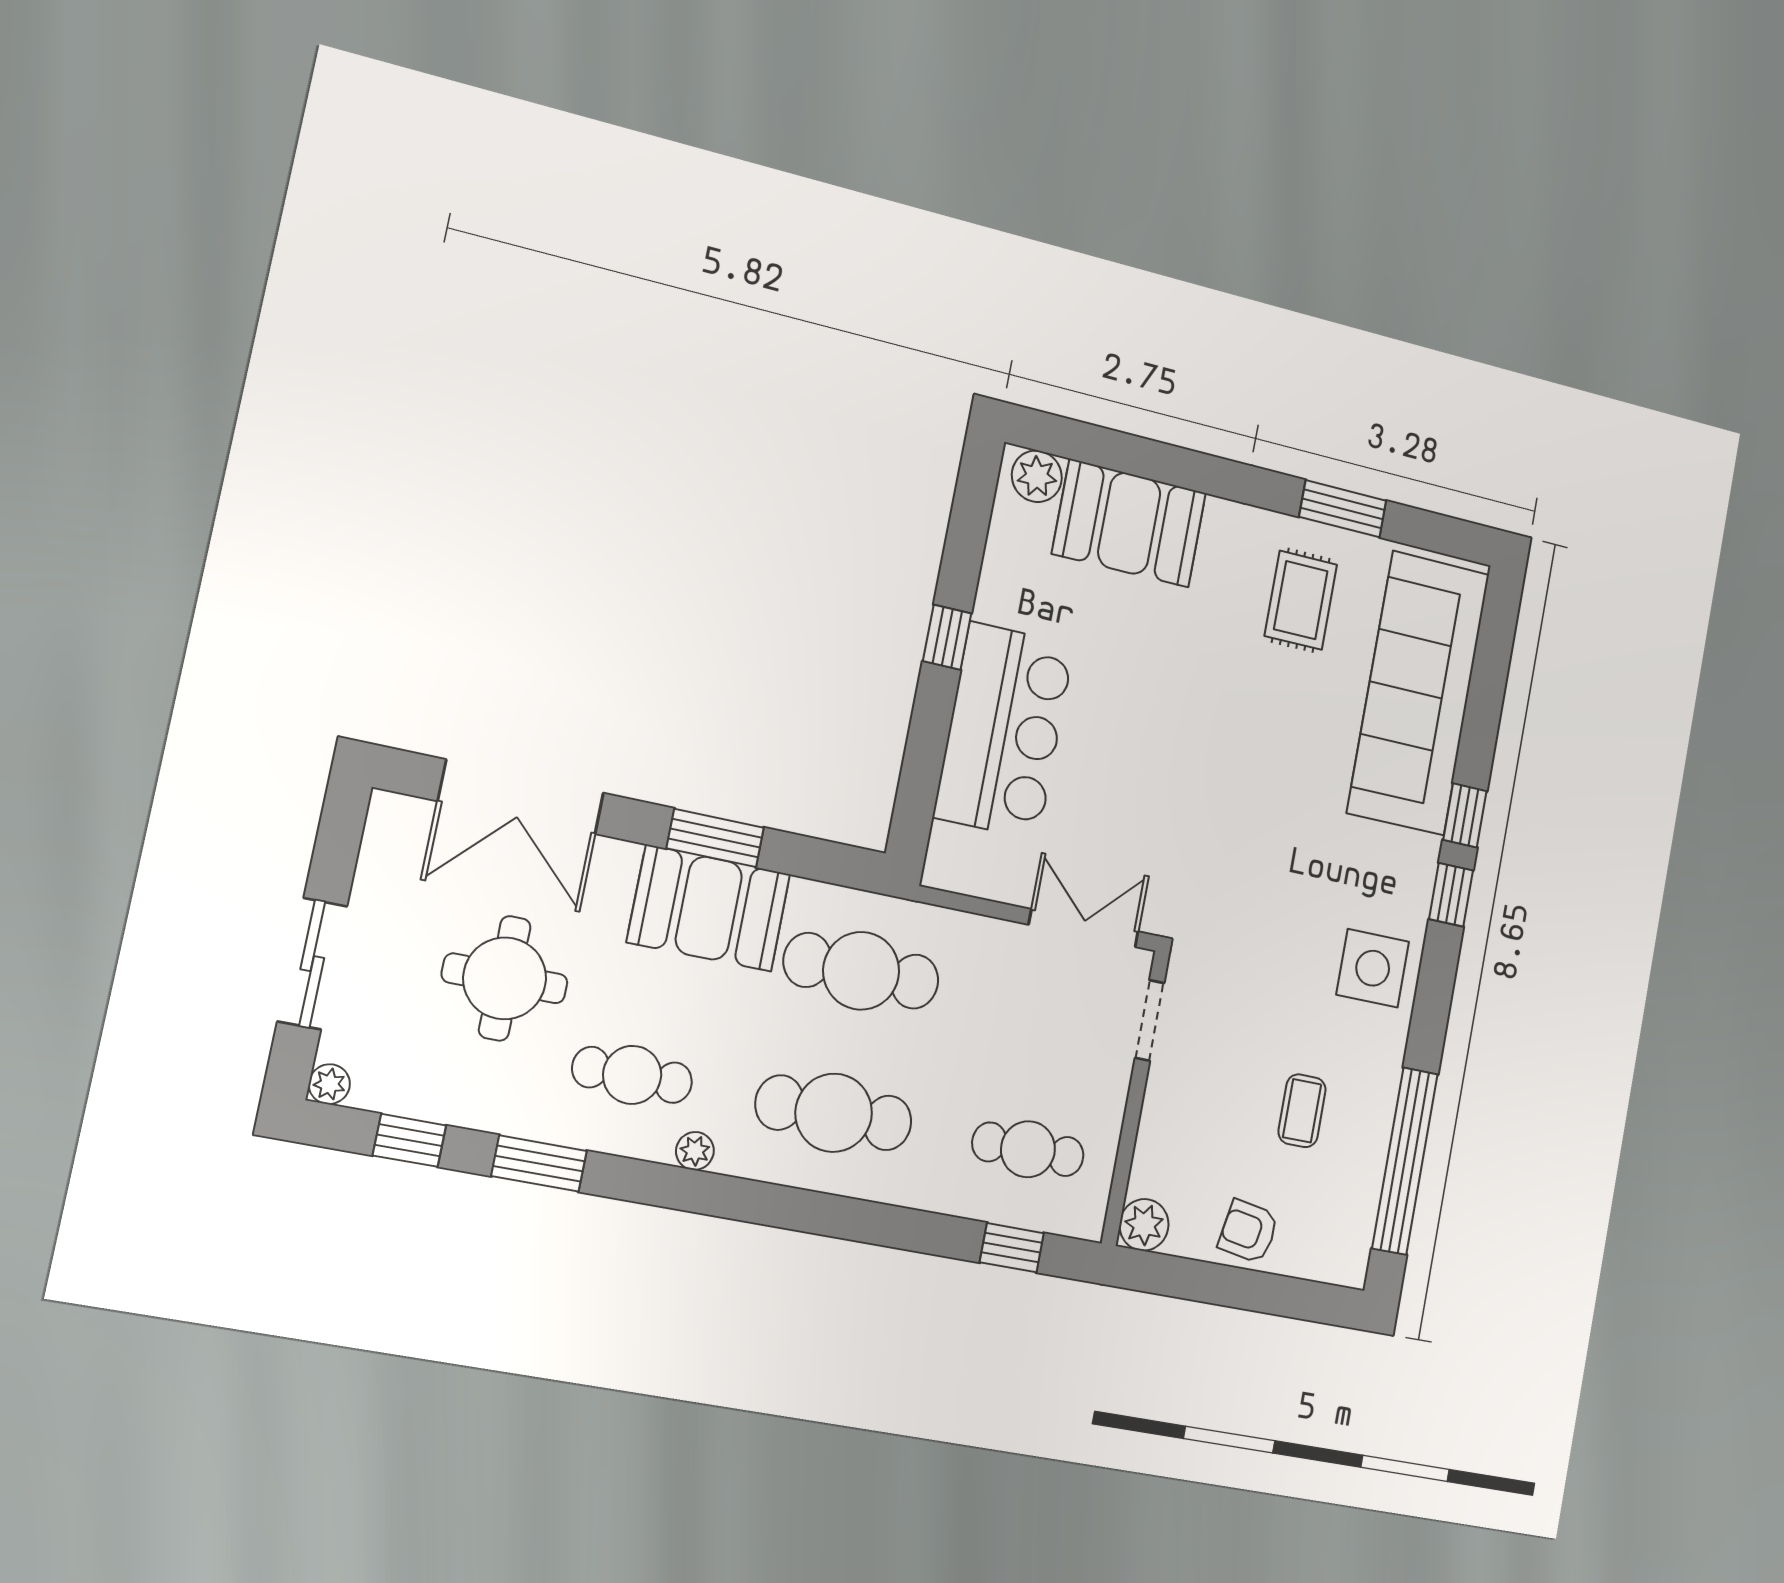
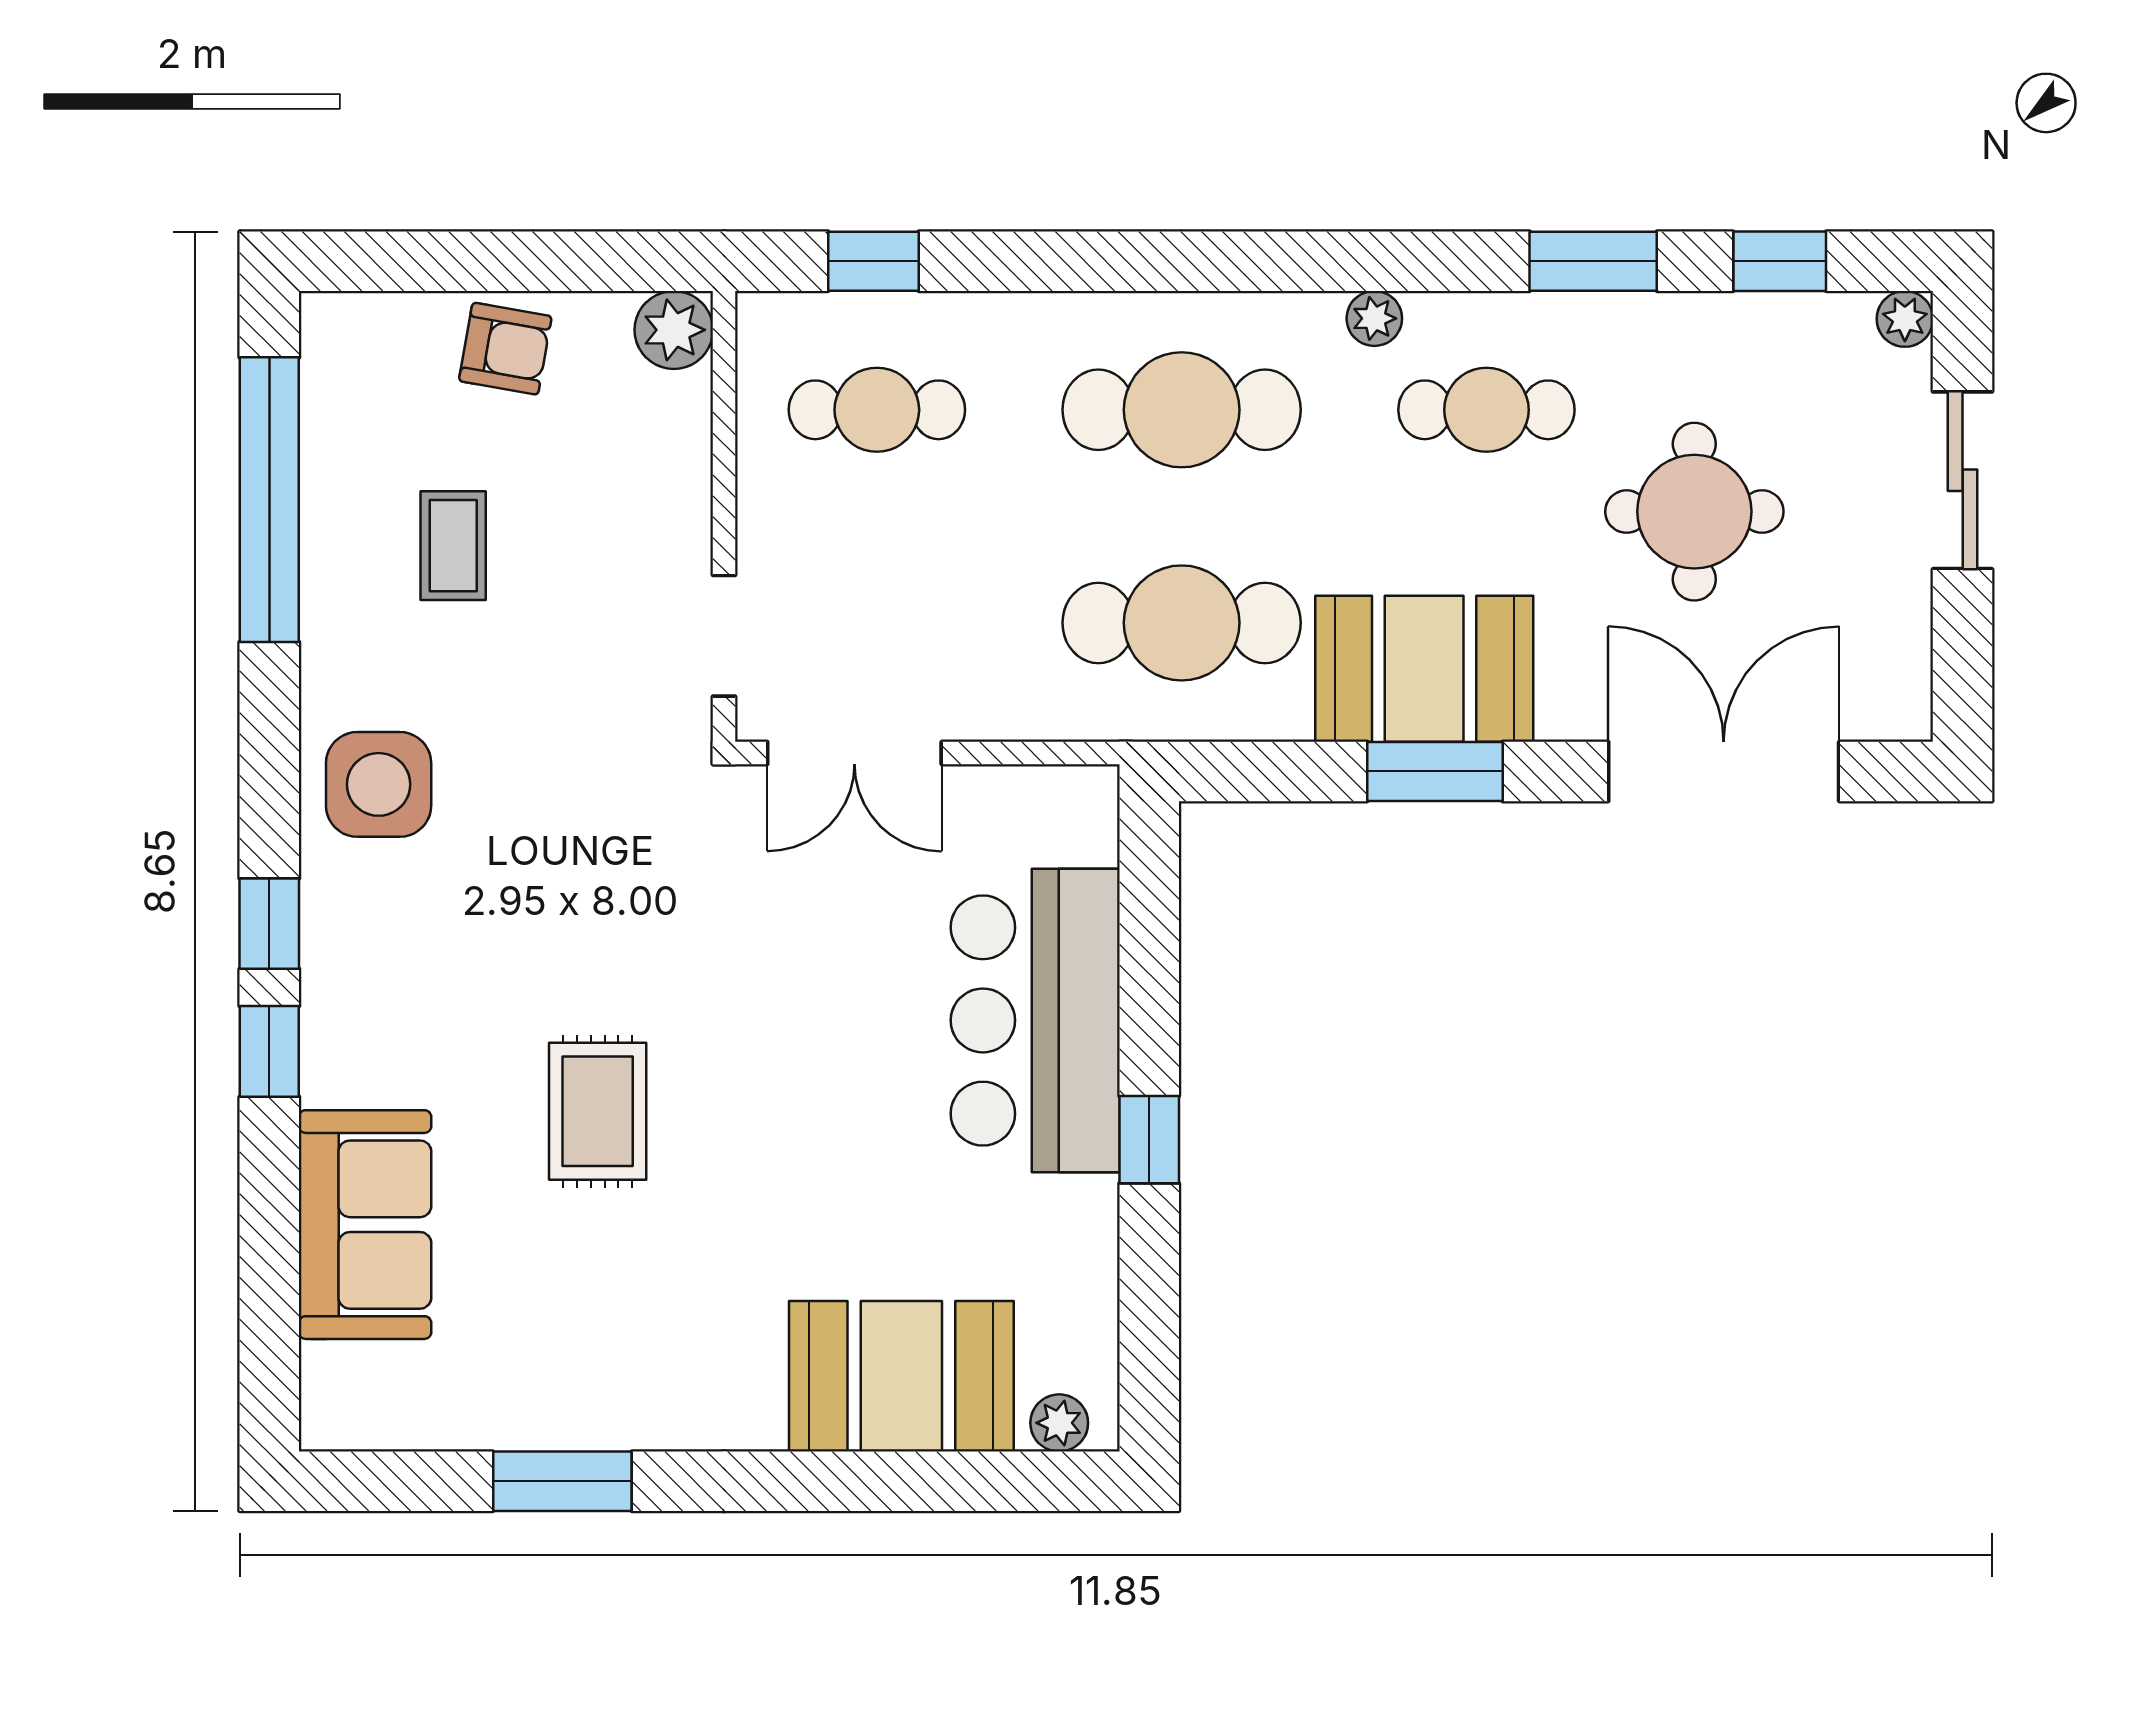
plant: (1037, 476) -> (1059, 1423), width x0.73, depth x0.73
rug: (1301, 600) -> (598, 1111), moved
sofa: (1418, 693) -> (365, 1225), width x0.54, depth x0.79

